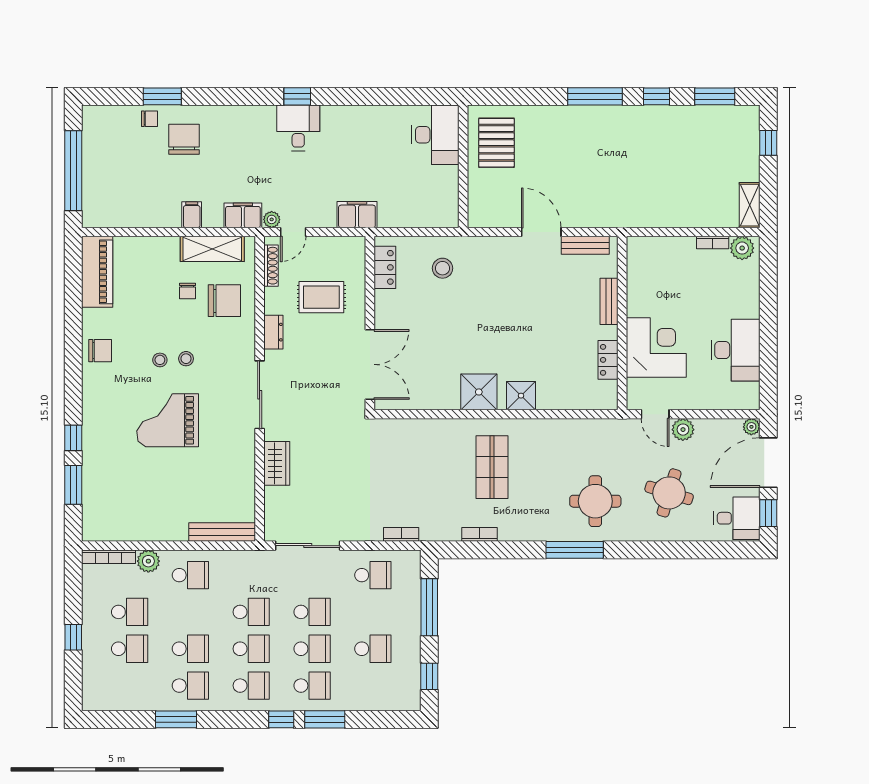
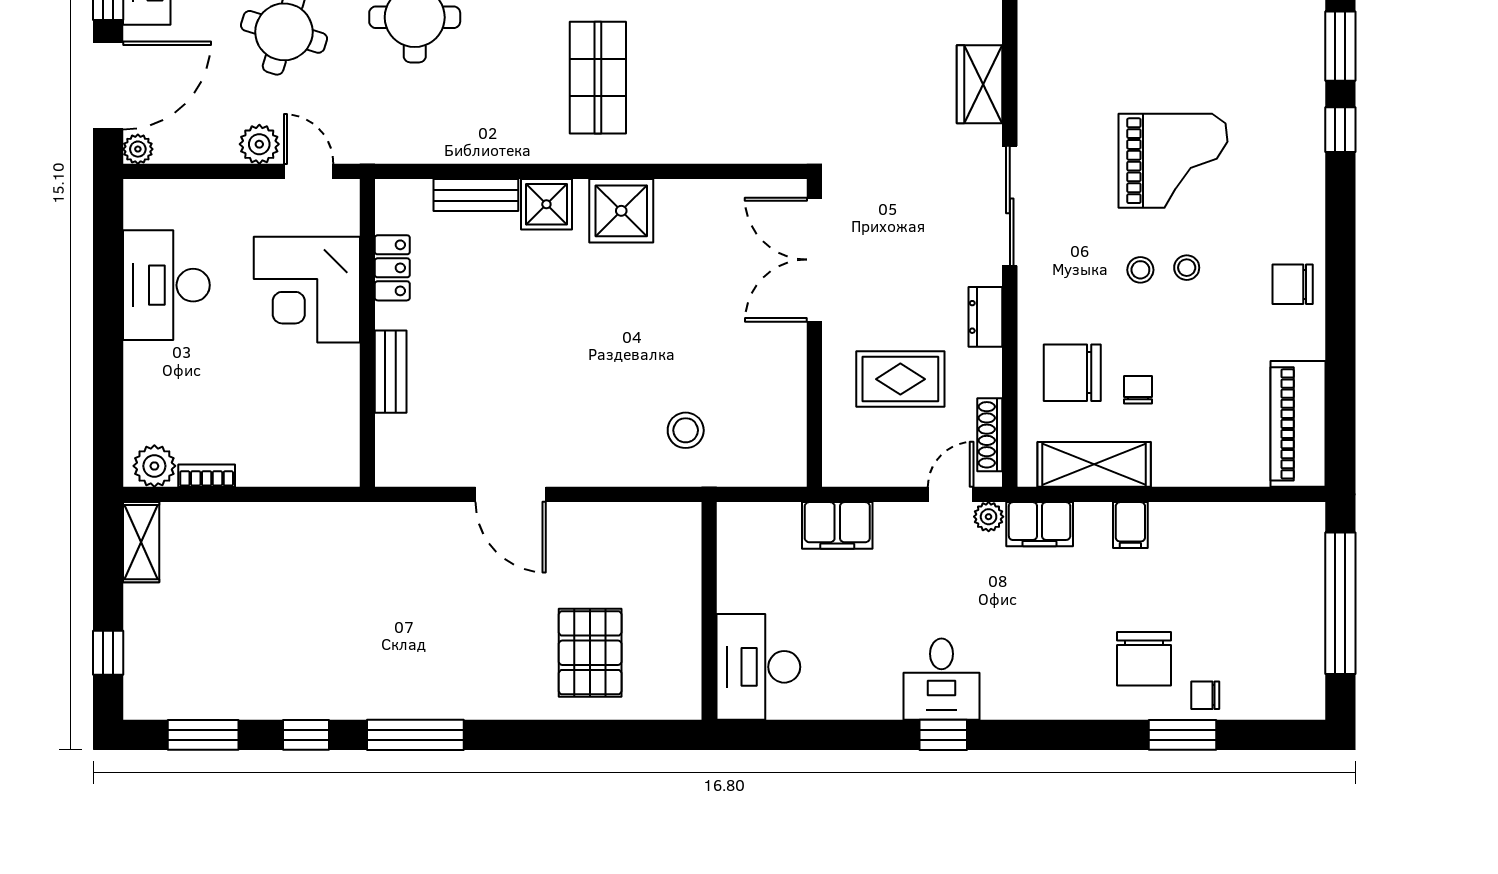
desk: (435, 135) -> (758, 667), moved
wall: (463, 166) -> (709, 611), moved
bench: (585, 245) -> (476, 195), moved
locker: (385, 267) -> (788, 432), removed

